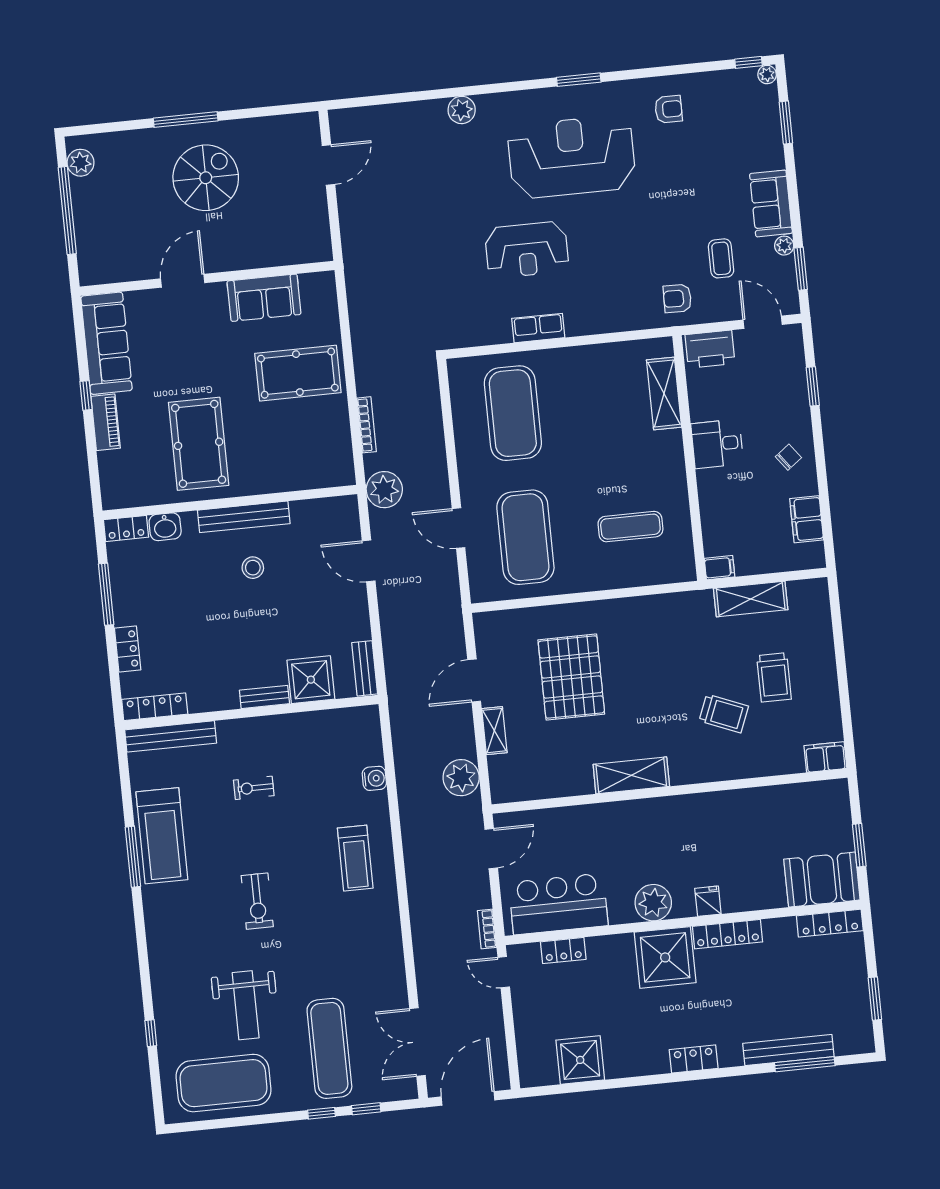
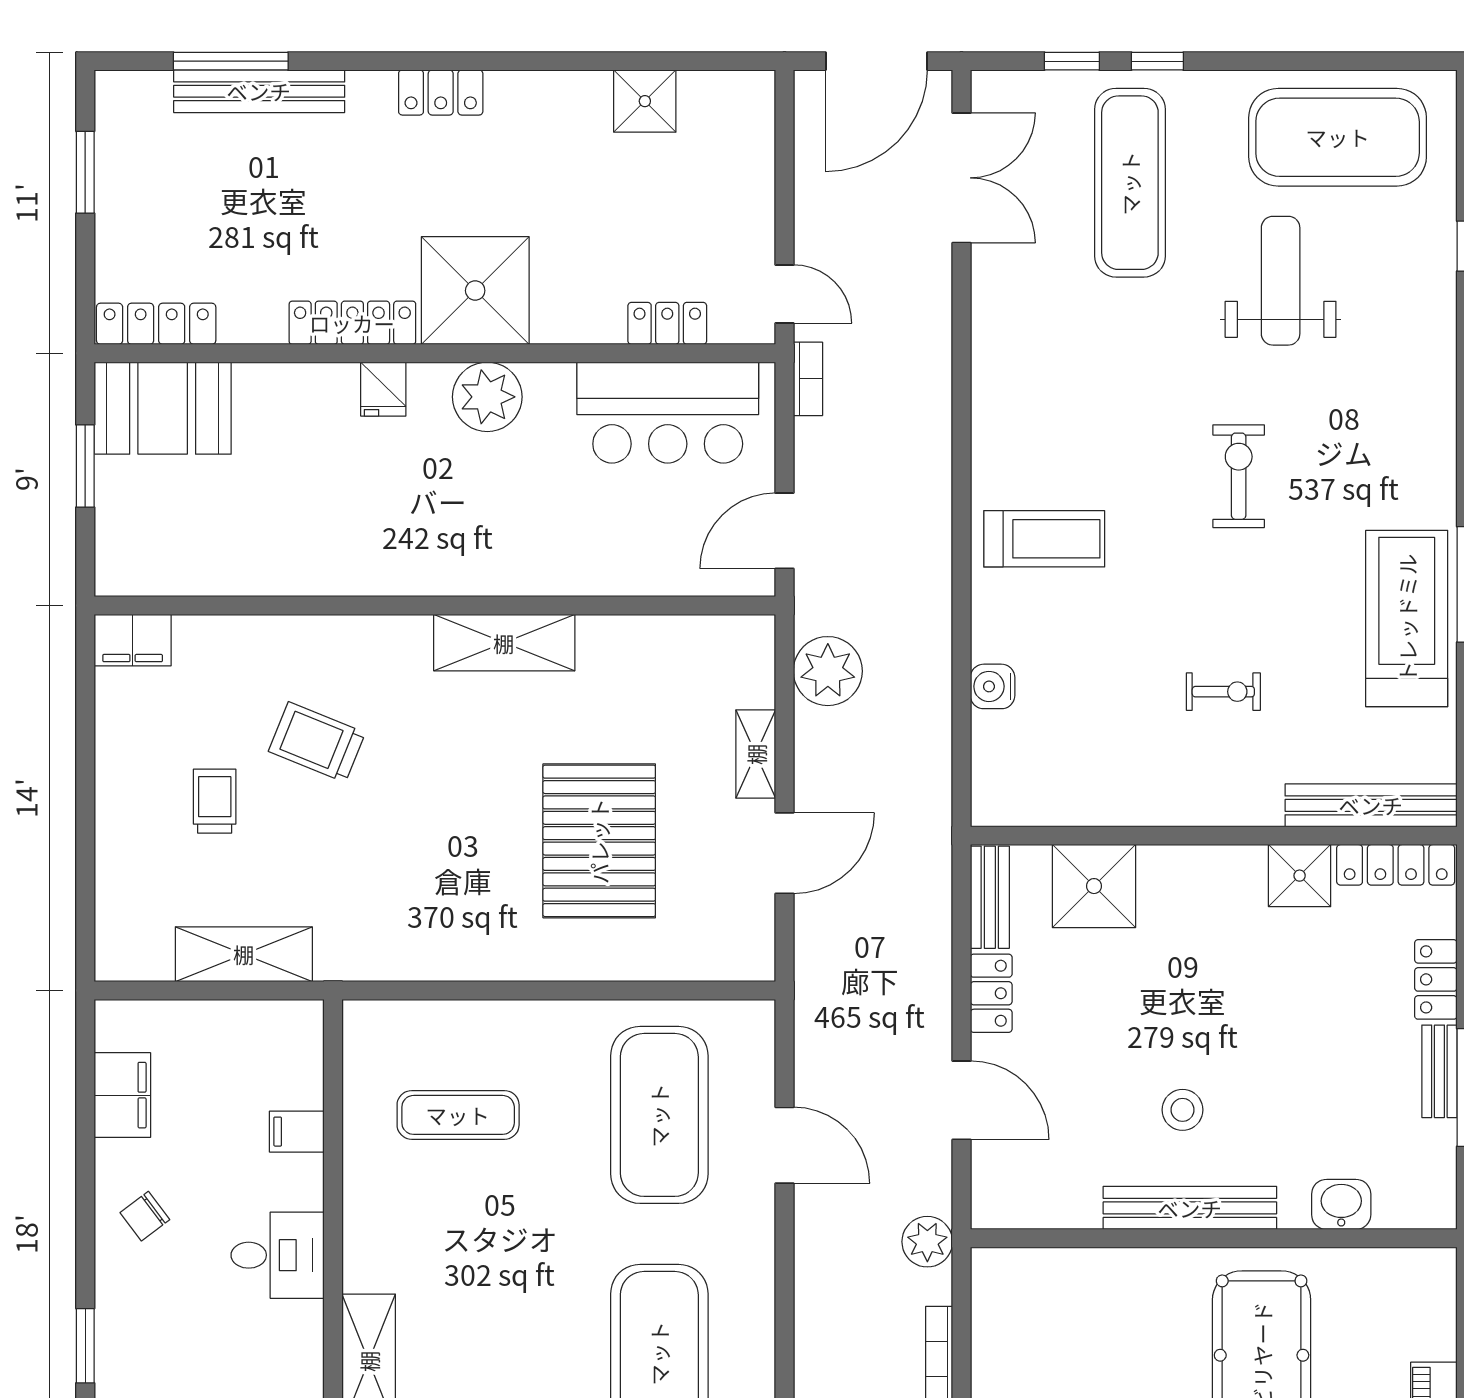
plant: (384, 490) -> (927, 1242), width x0.73, depth x0.73
locker: (126, 528) -> (991, 993), moved, turned 90
filing cabinet: (720, 568) -> (297, 1132), moved
trolley: (774, 677) -> (215, 801), width x0.73, depth x0.72
shower: (204, 696) -> (1300, 876), added
bench: (264, 697) -> (1439, 1071), moved, turned 90
treadmill: (355, 858) -> (1044, 539), turned 90
shower: (580, 1060) -> (645, 101), width x0.73, depth x0.73

